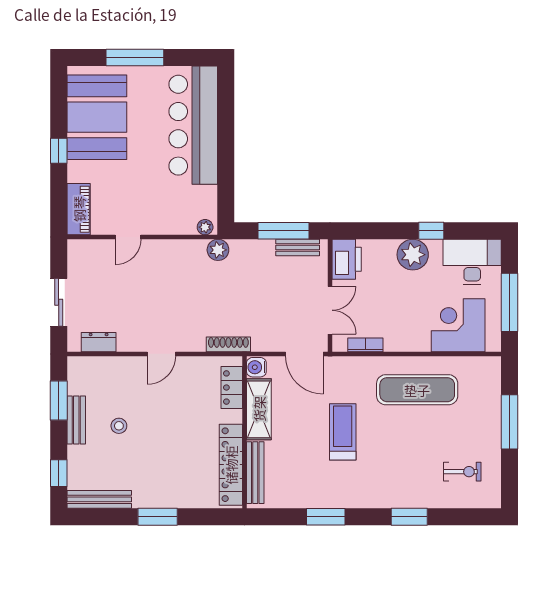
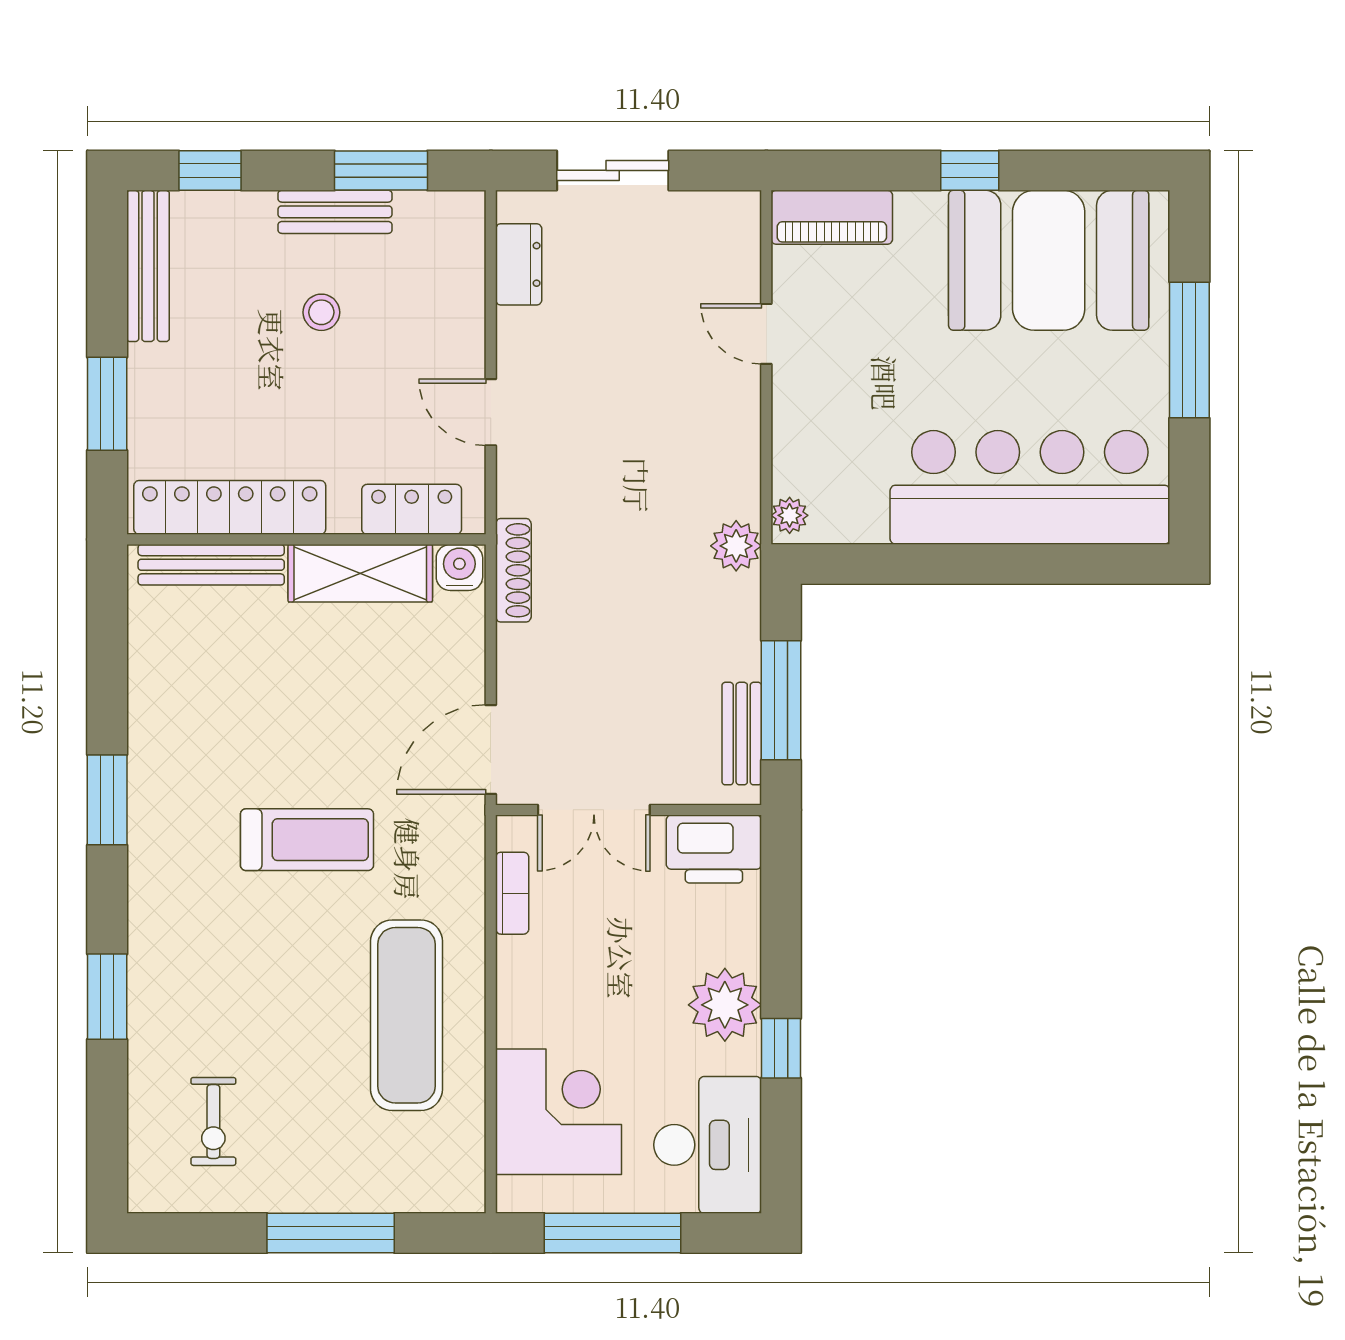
water cooler: (256, 367) -> (459, 567), moved
locker: (232, 388) -> (412, 509), moved
shelving: (259, 409) -> (360, 573), moved
wall: (244, 432) -> (306, 539), moved
locker: (231, 465) -> (230, 507), moved
bench: (255, 473) -> (211, 565), moved

